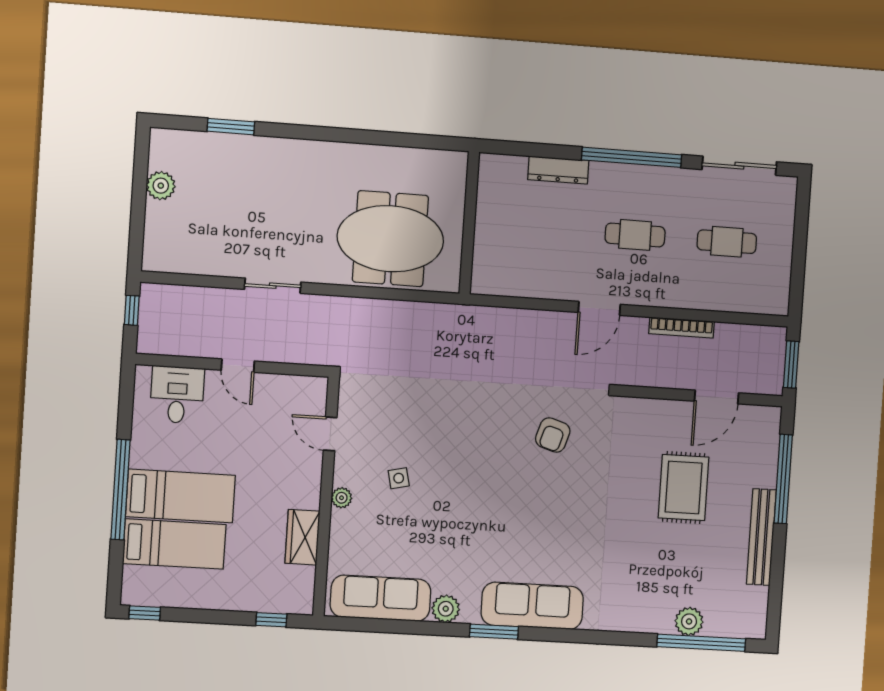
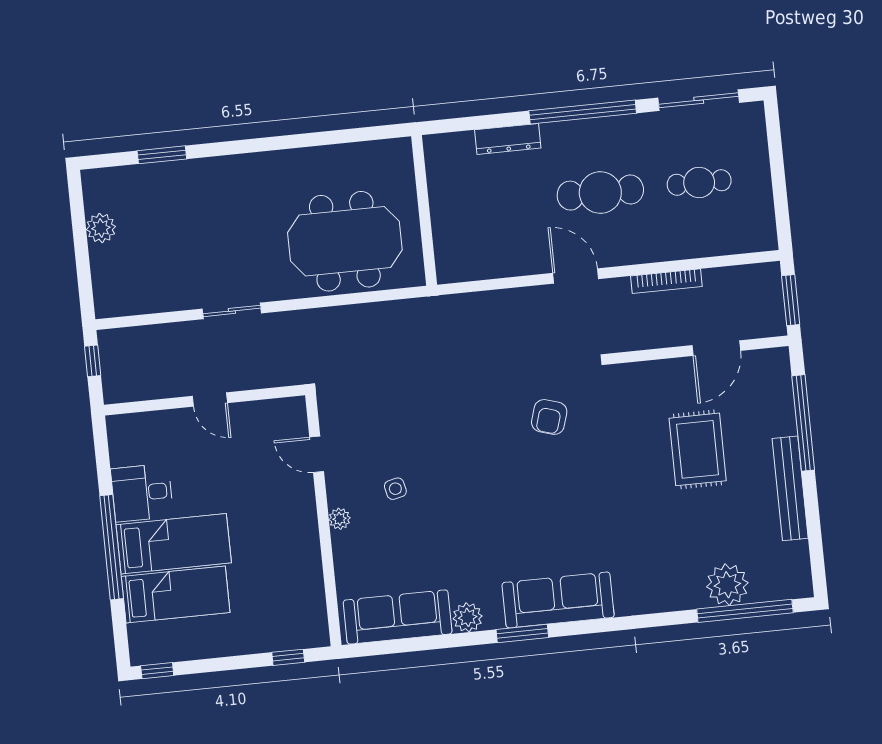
cafe table: (635, 235) -> (600, 193), width x1.37, depth x1.35
door: (599, 308) -> (576, 276), swing flipped
desk: (177, 395) -> (142, 493), moved, turned -90
wardrobe: (303, 537) -> (306, 566), removed
plant: (689, 621) -> (727, 585), width x1.36, depth x1.36

